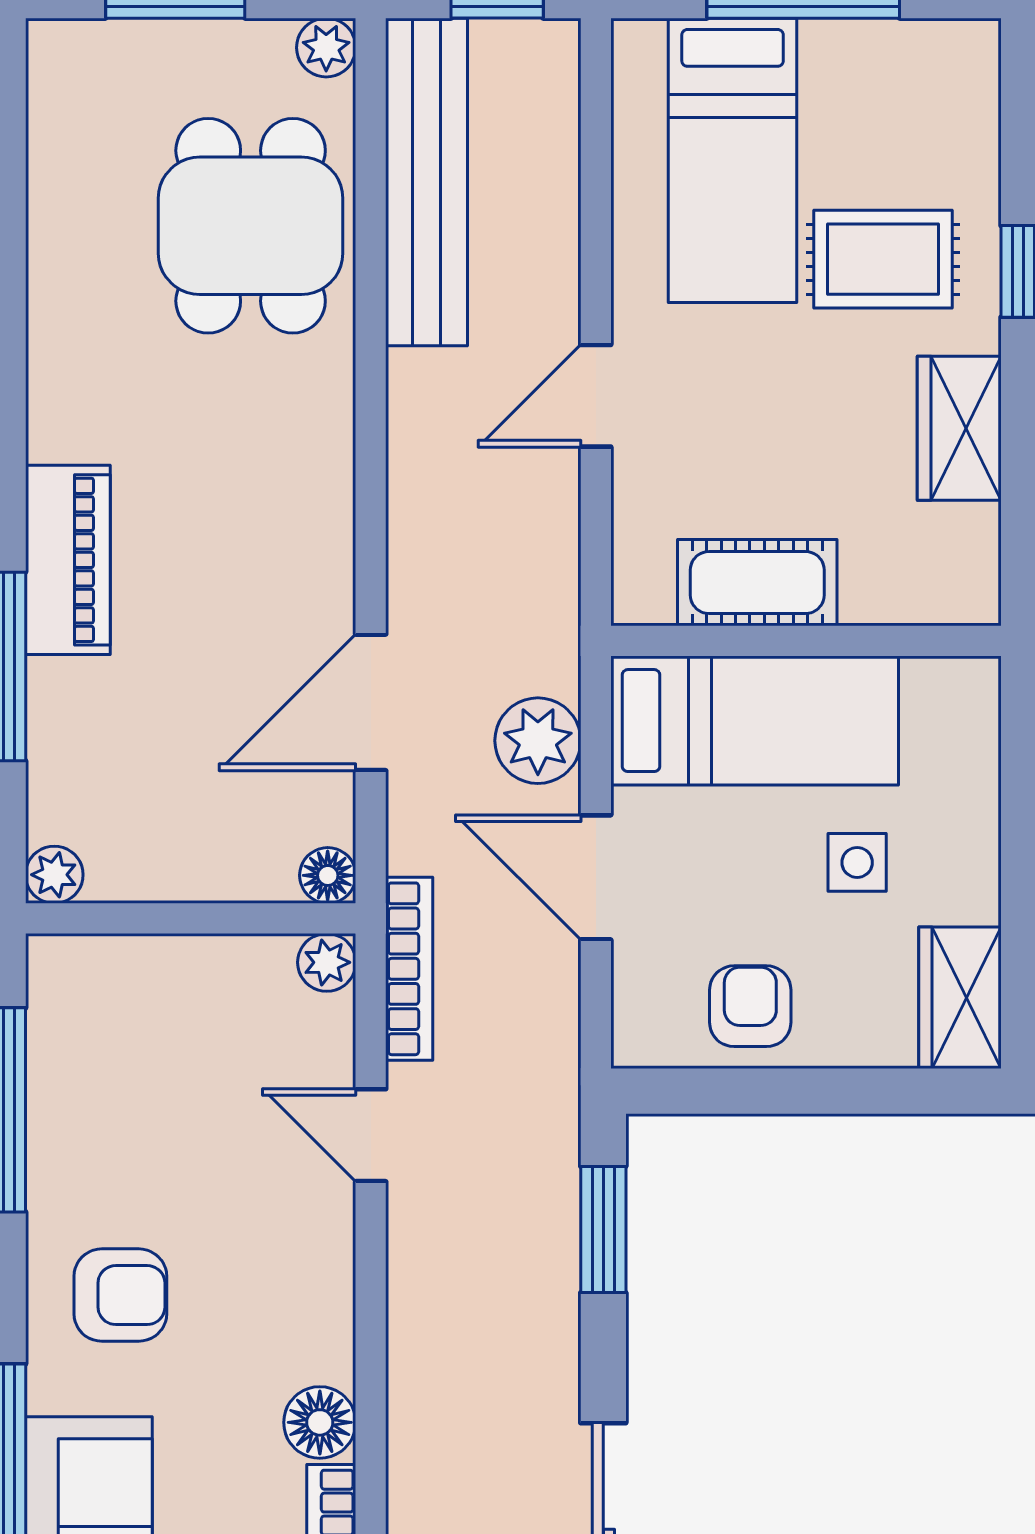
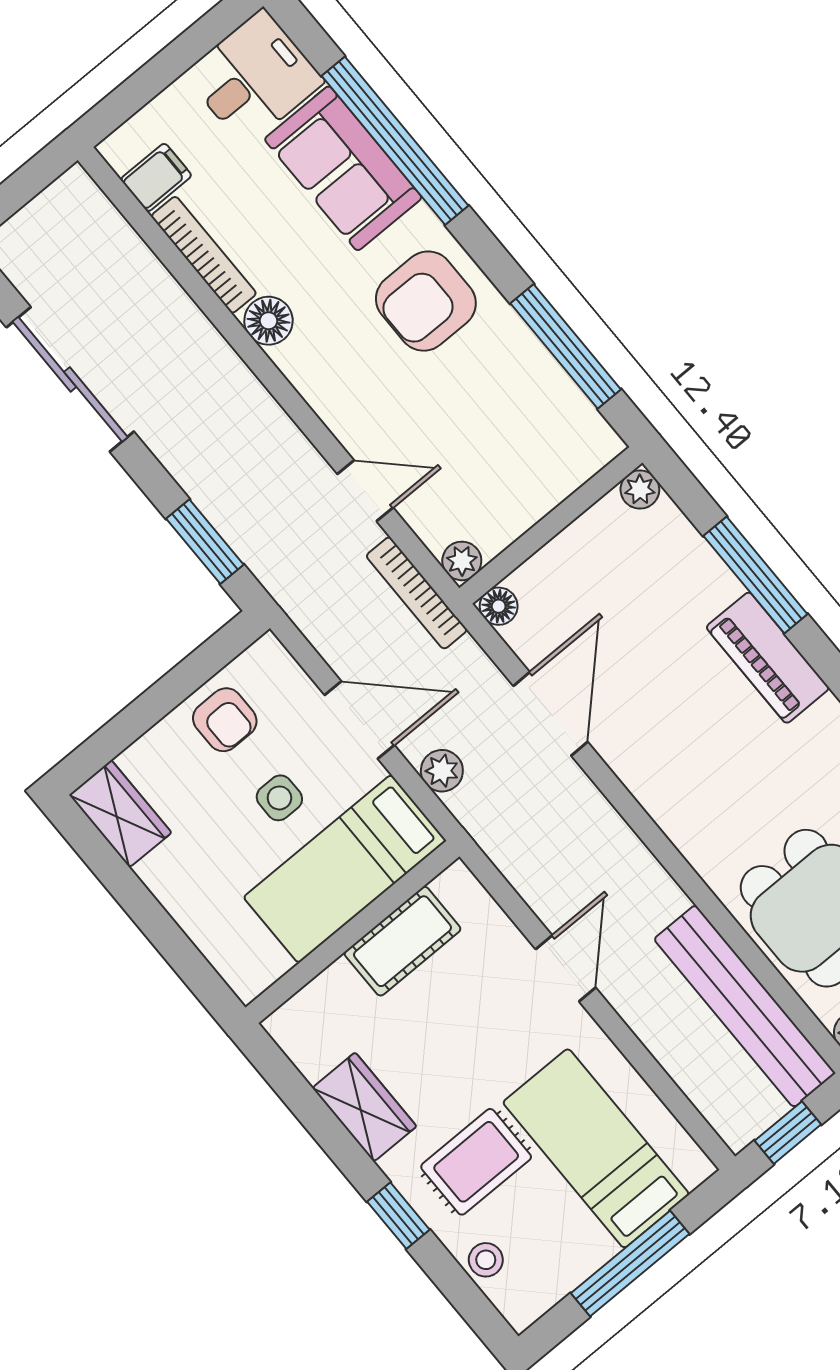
stool: (965, 137) -> (486, 1260), added
plant: (538, 741) -> (442, 771), width x0.73, depth x0.73
side table: (857, 862) -> (279, 798), moved
armchair: (120, 1295) -> (426, 301), width x1.38, depth x1.38

